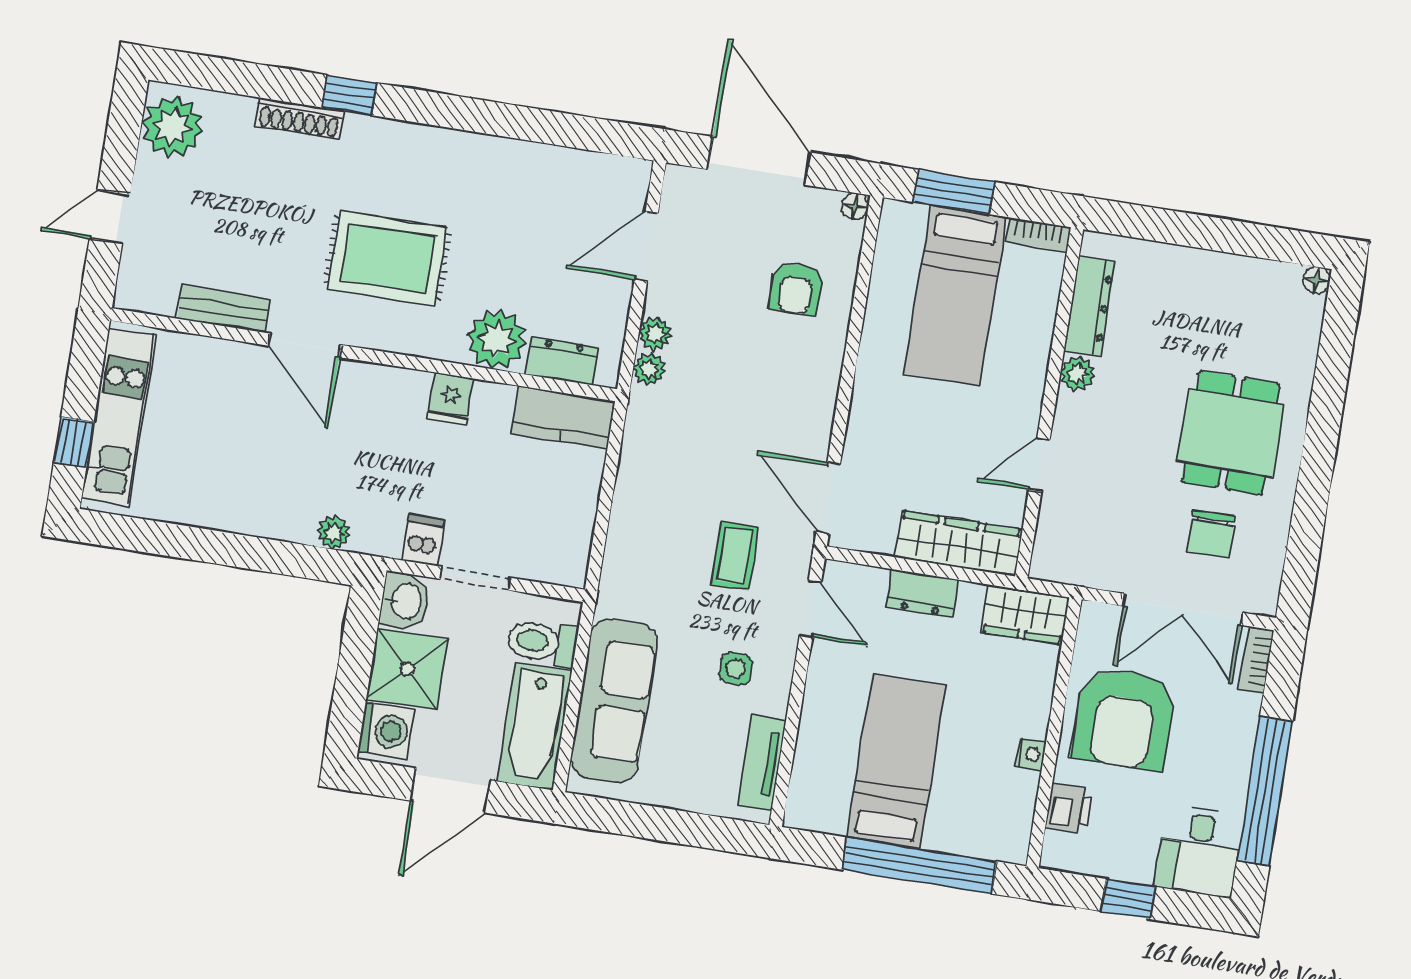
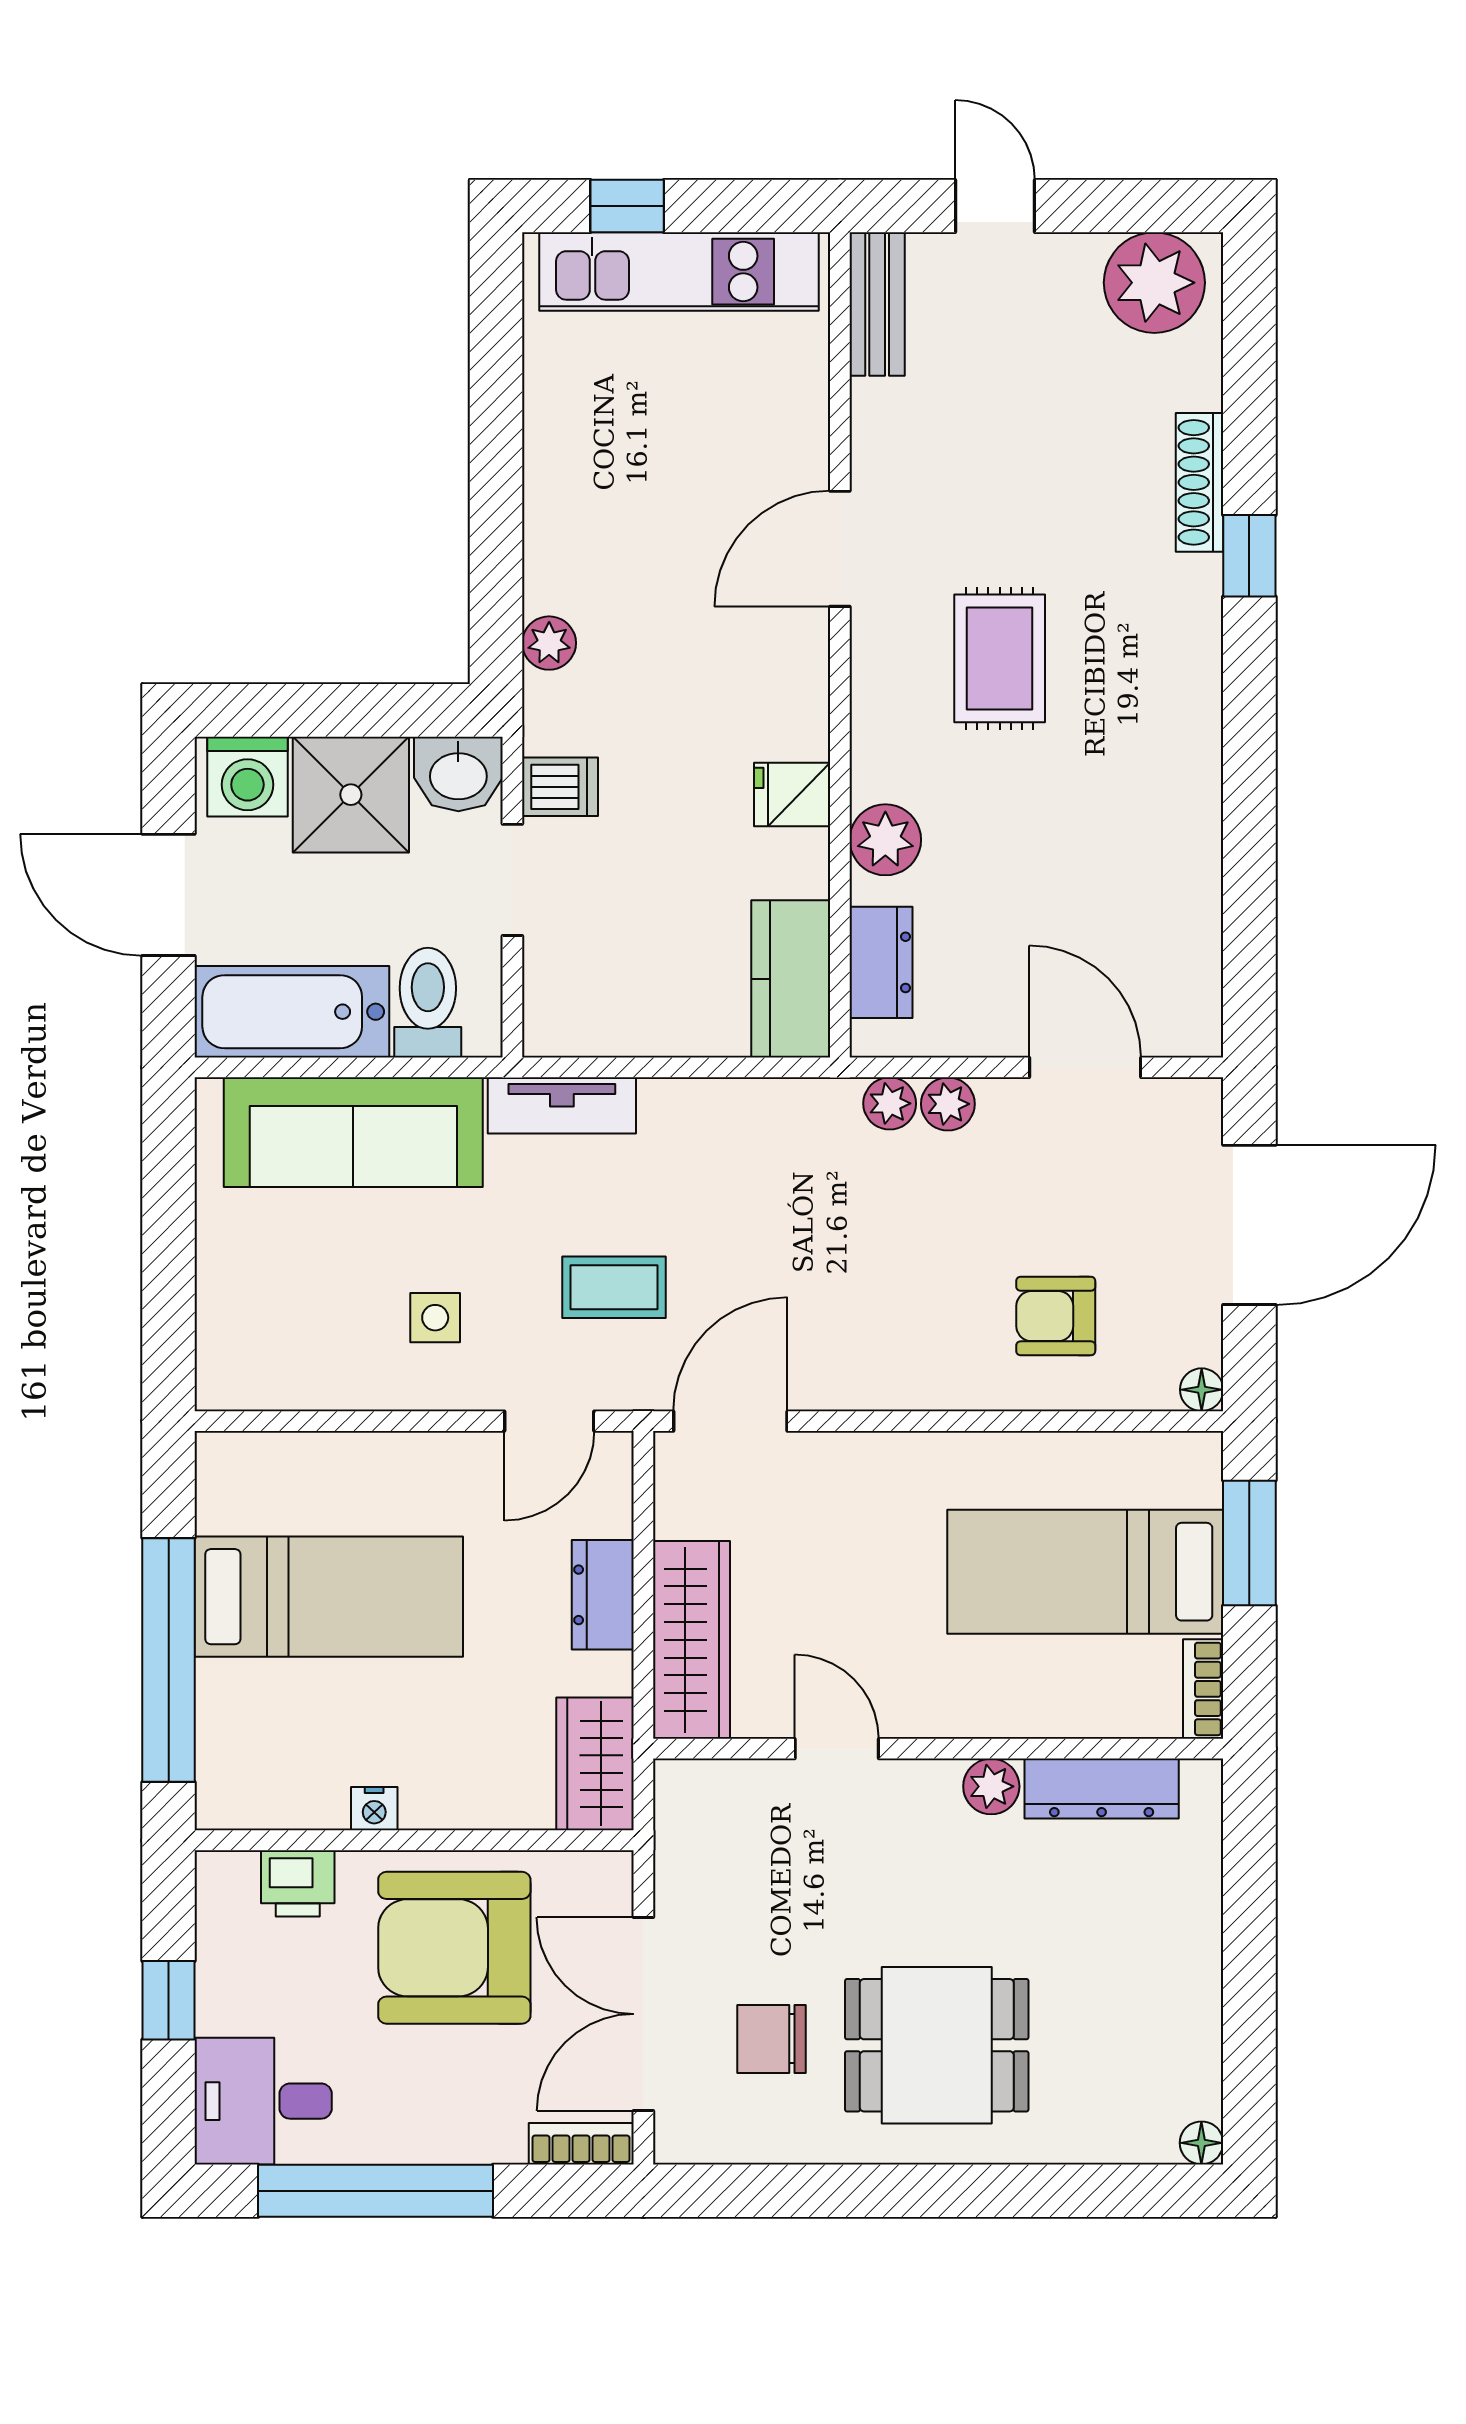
rug: (387, 258) -> (1000, 658), width x0.73, depth x0.70
bench: (224, 309) -> (877, 304), moved
plant: (497, 339) -> (885, 840), width x0.73, depth x0.73
tv unit: (762, 763) -> (562, 1105), moved, turned 180

